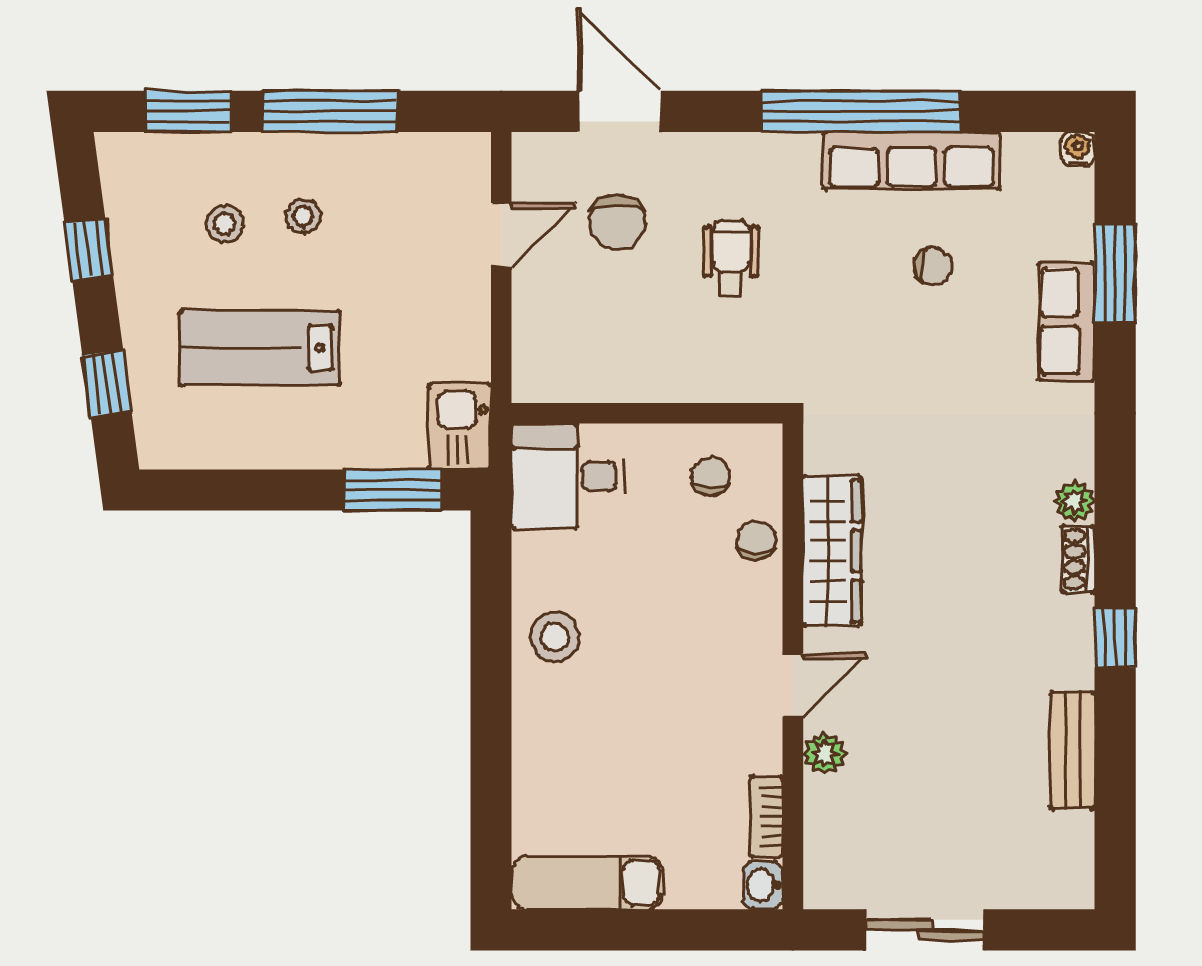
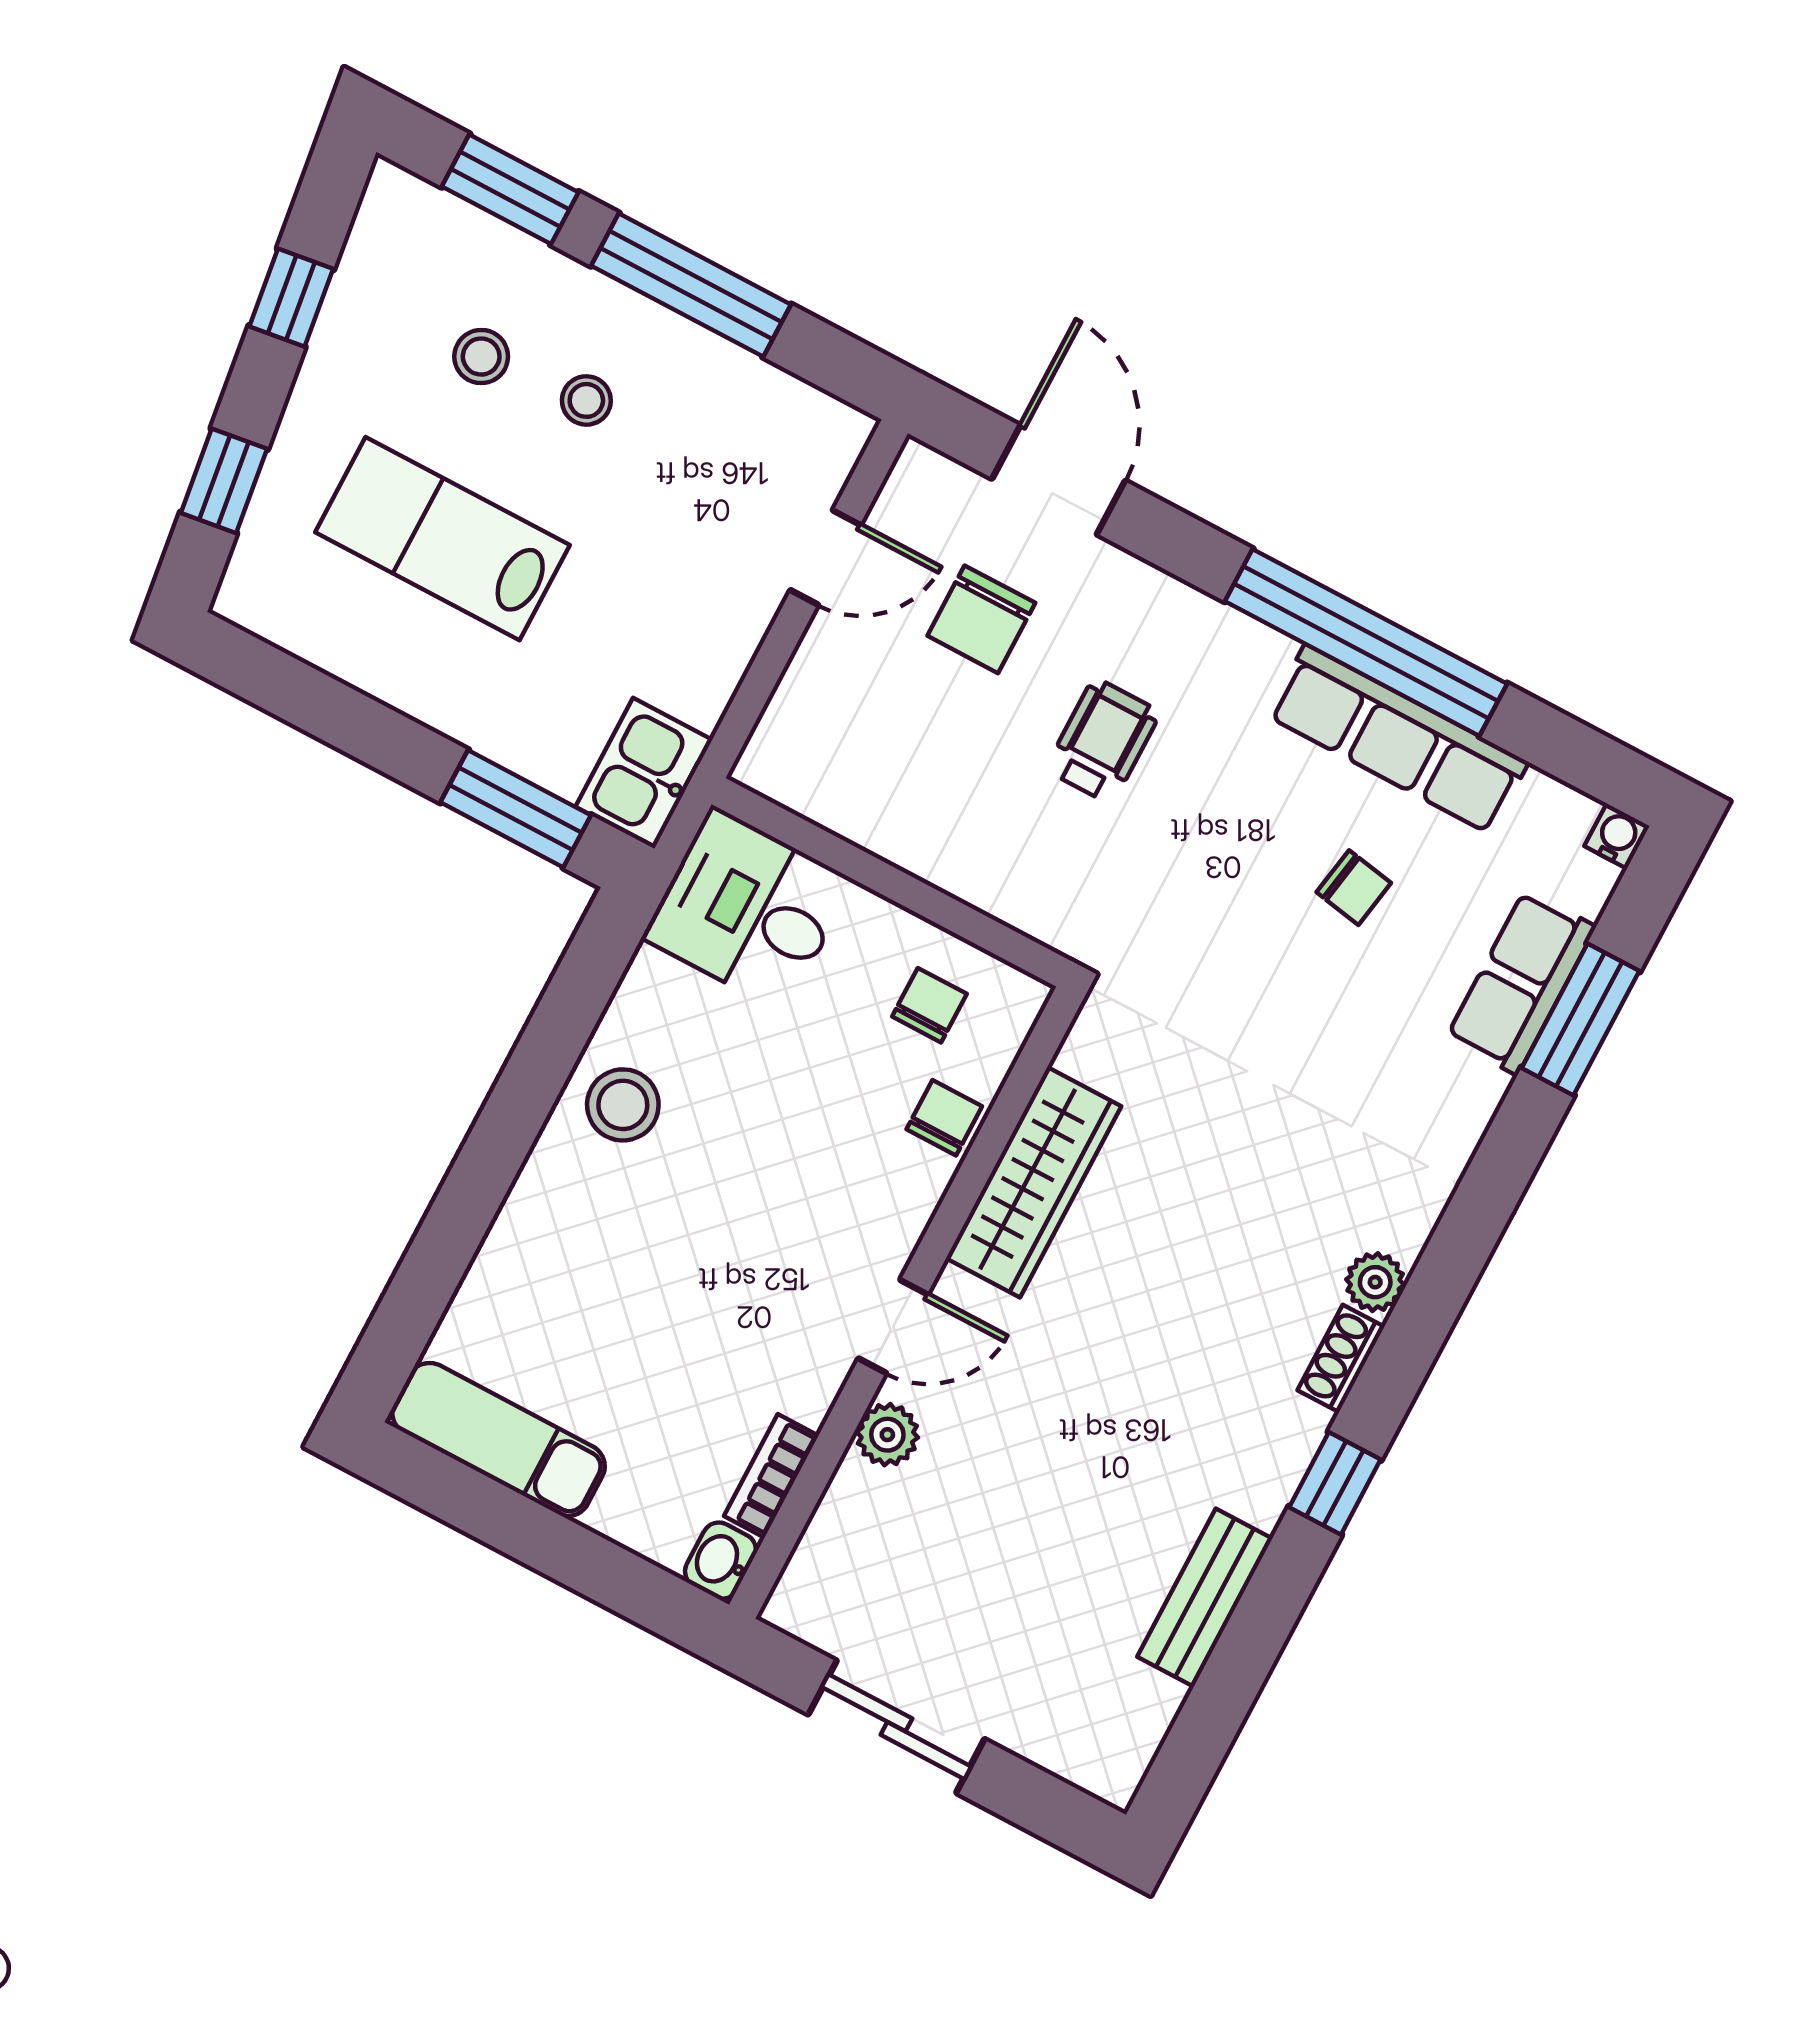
row of seats: (1066, 321) -> (1521, 982), moved

